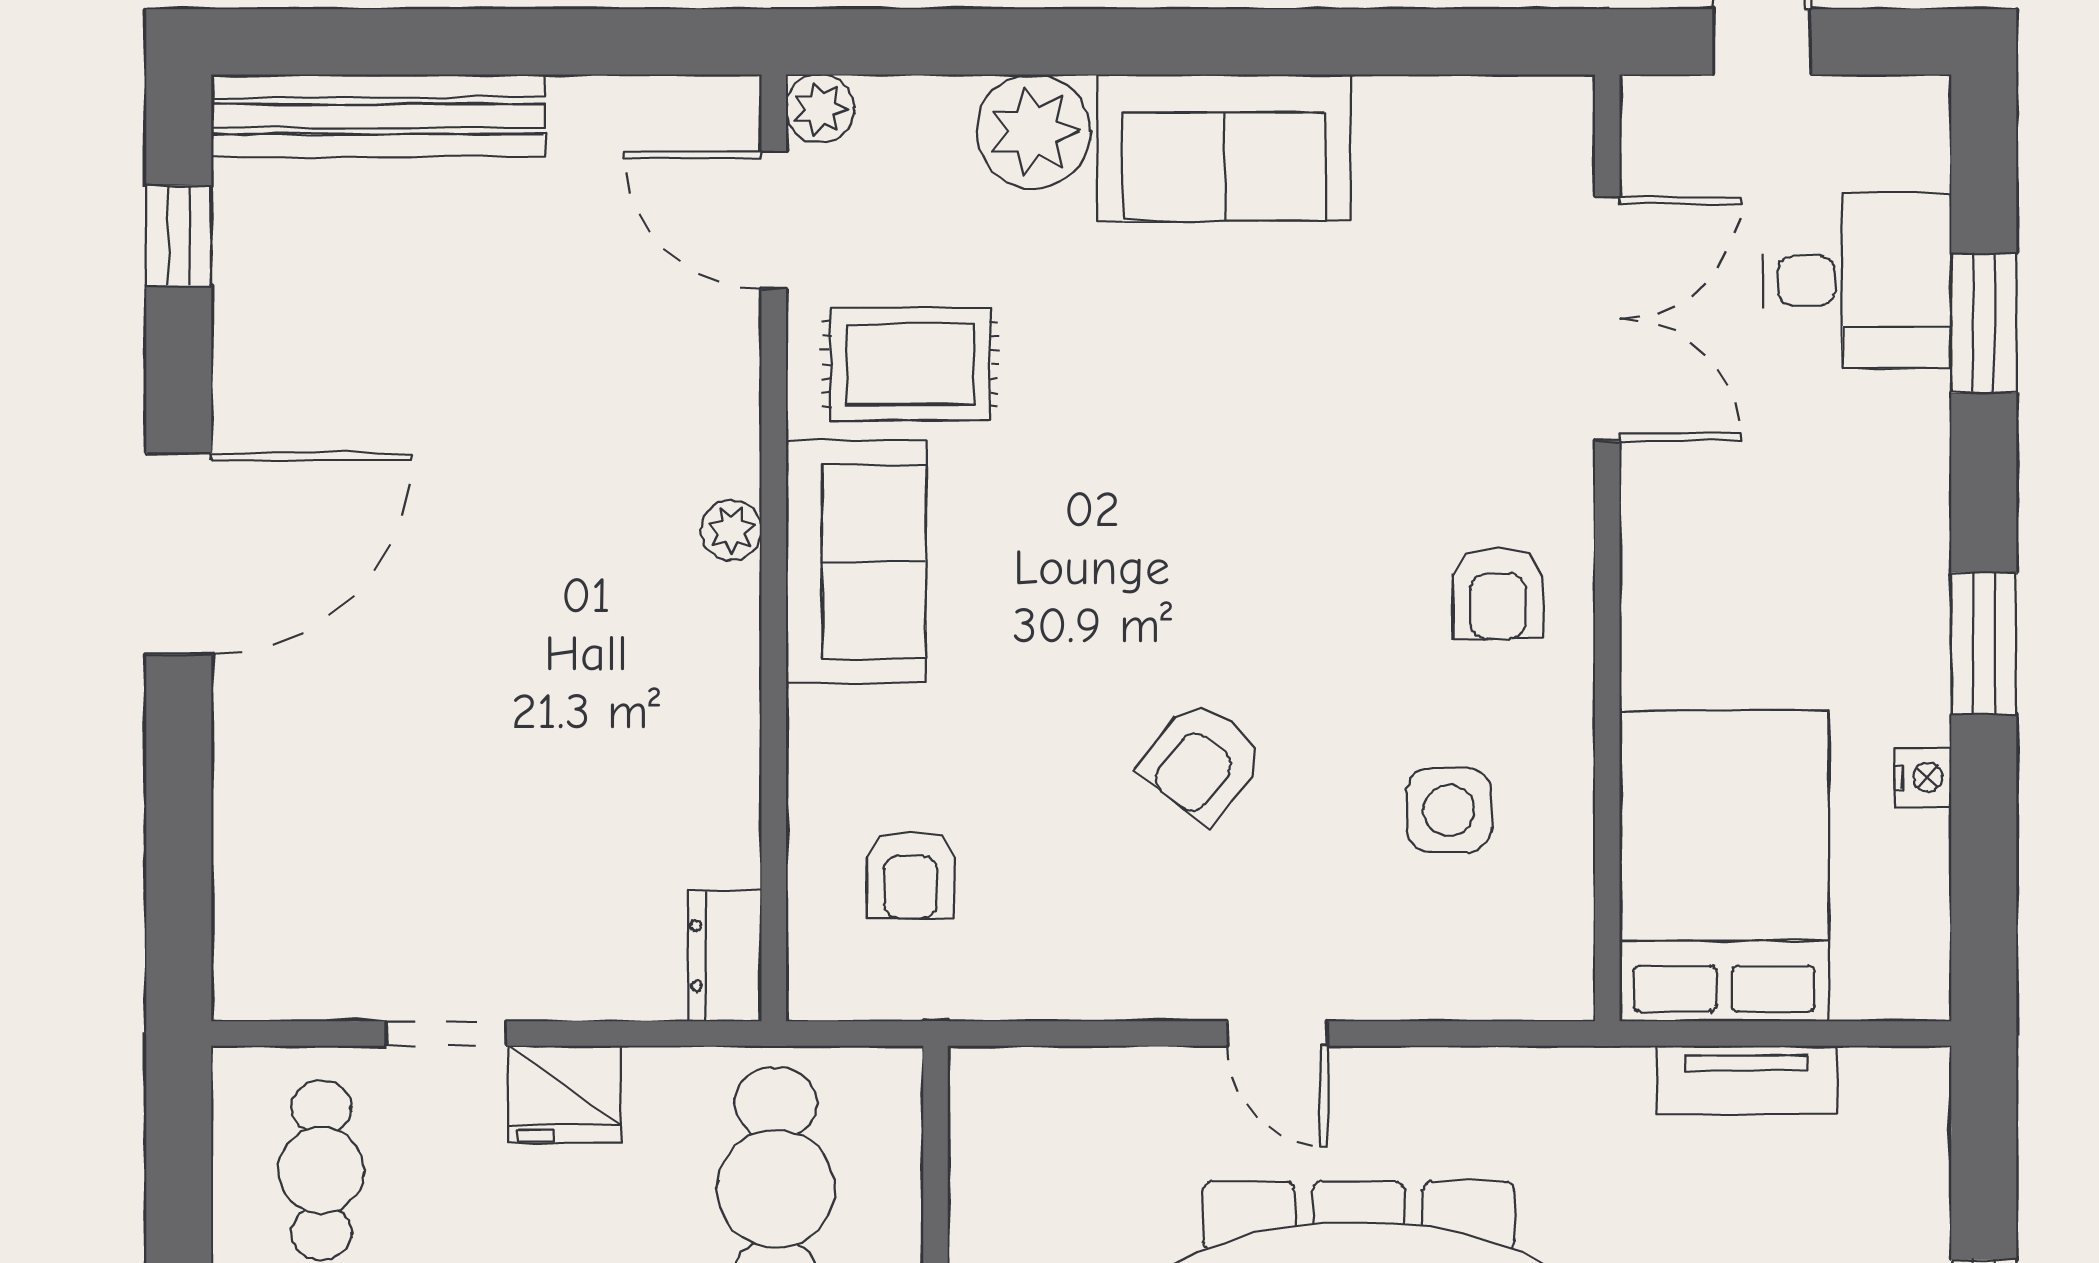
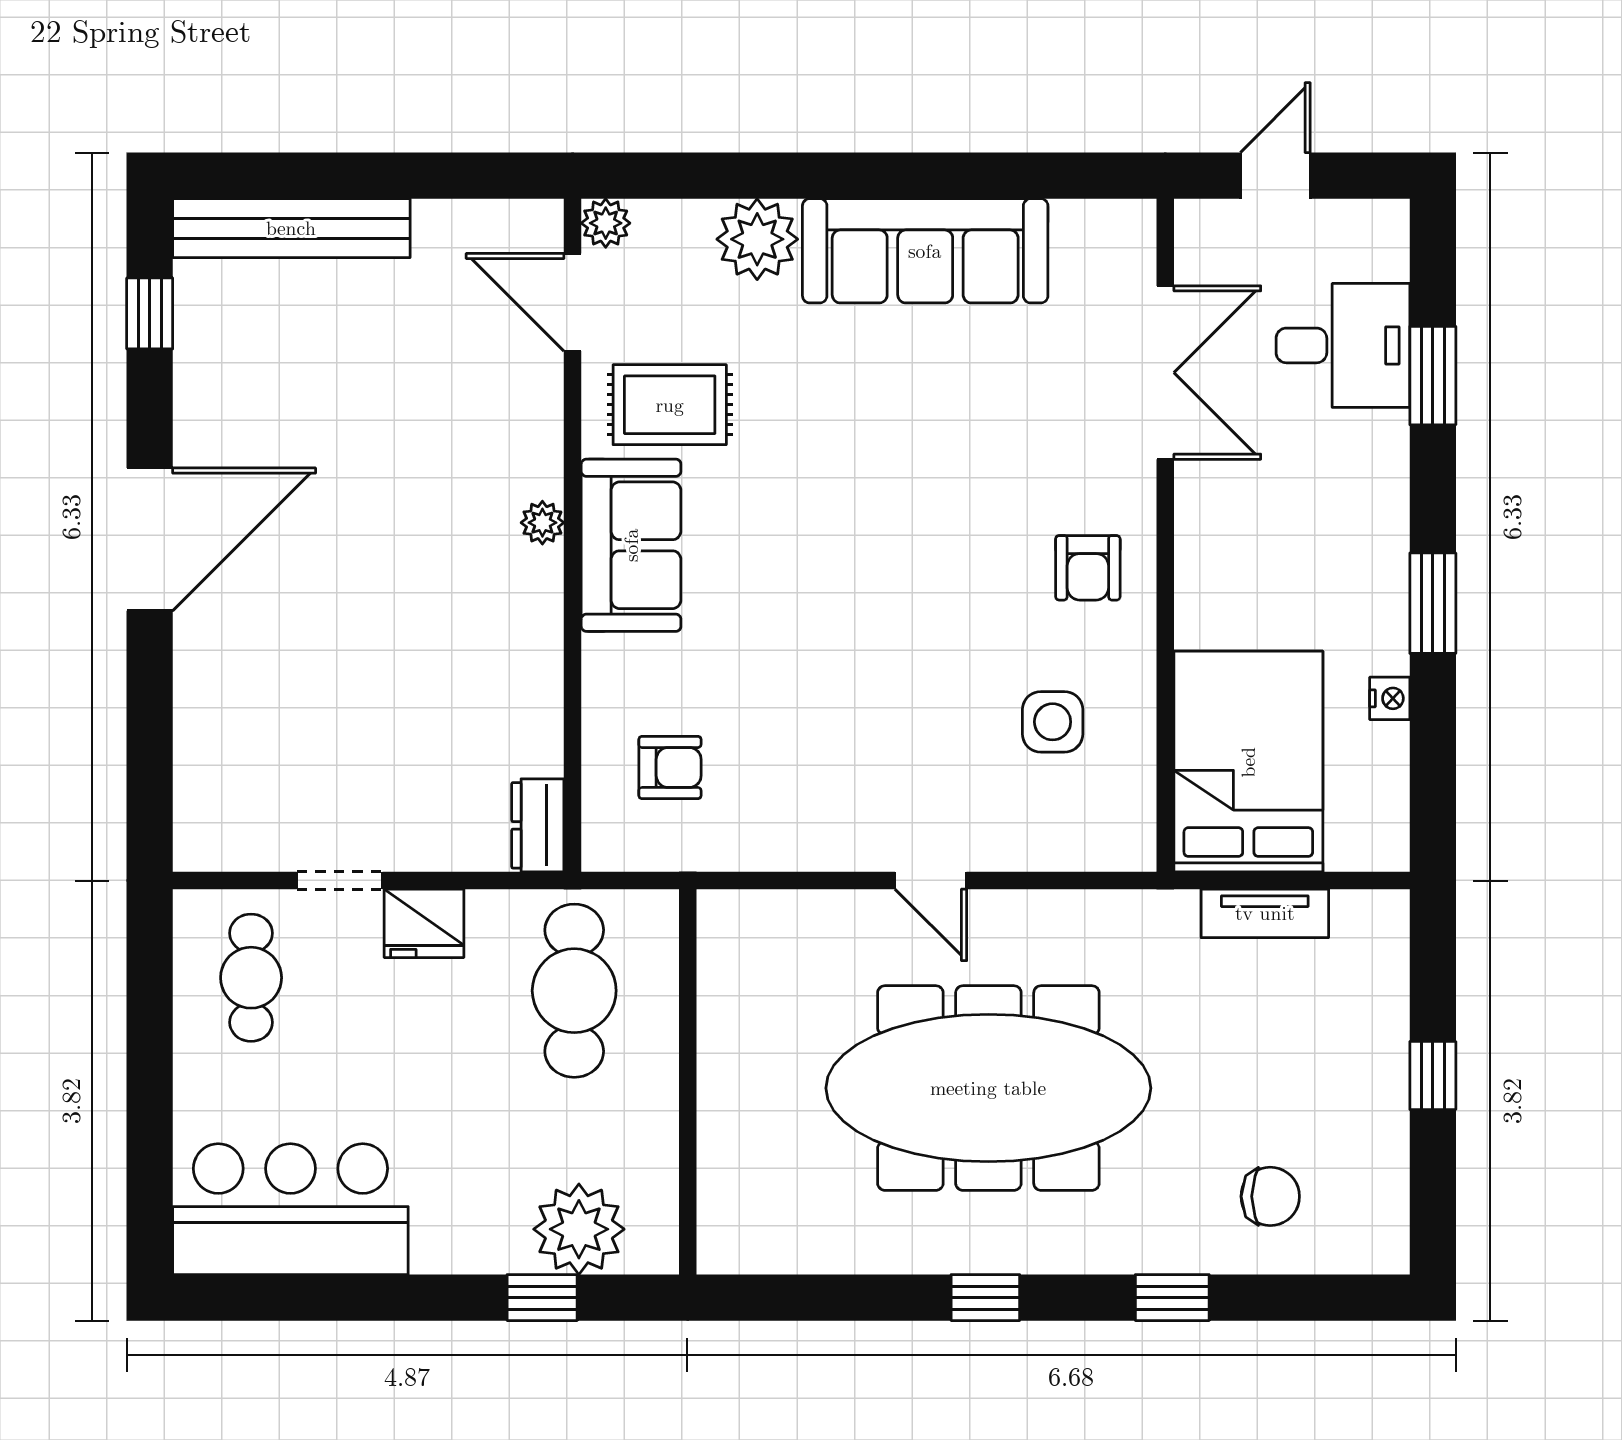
sofa: (1224, 148) -> (925, 251), width x1.36
armchair: (1202, 761) -> (877, 687), removed
armchair: (911, 875) -> (670, 768), turned -90

